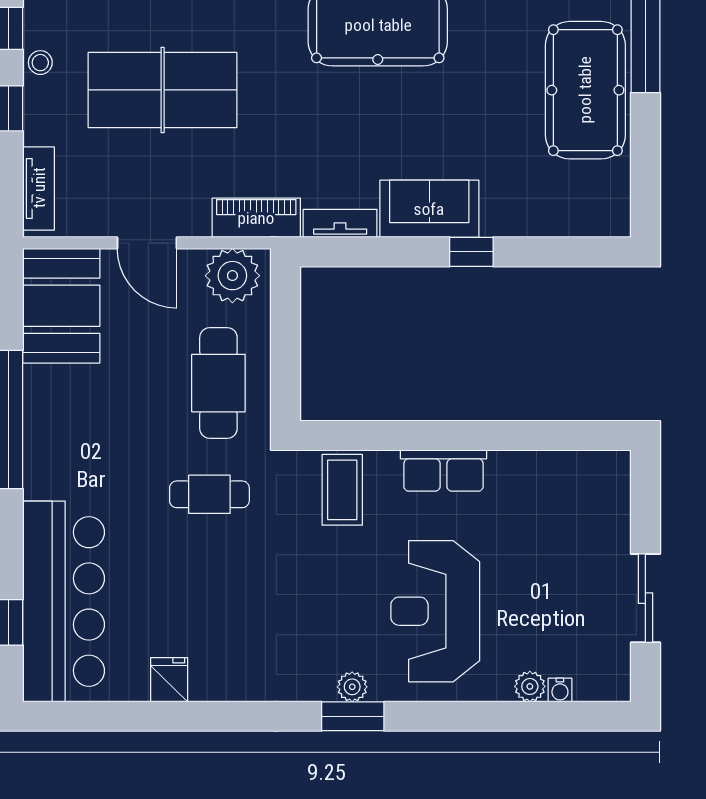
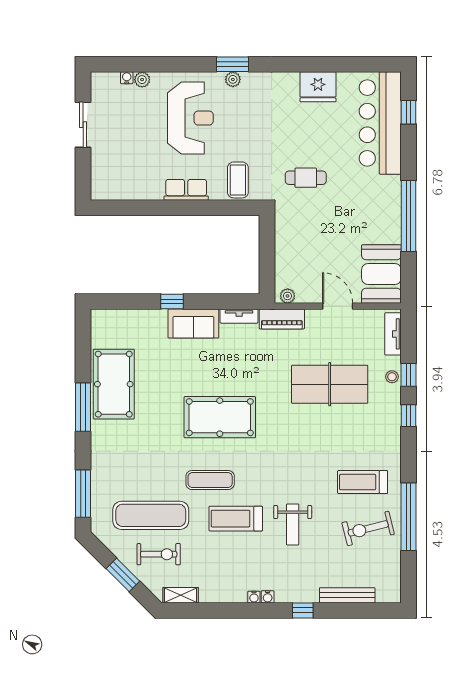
stool: (40, 63) -> (392, 377), moved
plant: (232, 276) -> (288, 296), width x0.53, depth x0.53
cafe table: (218, 383) -> (301, 235), removed
fridge: (169, 680) -> (318, 87), width x1.88, depth x1.34

